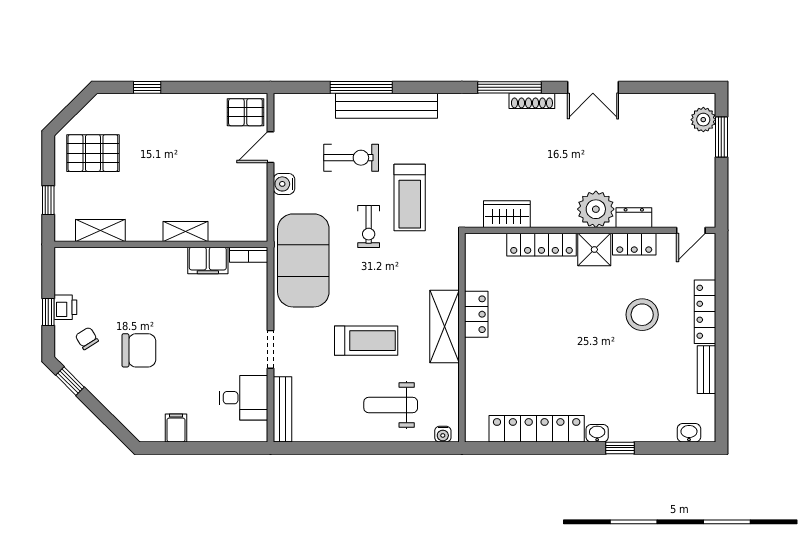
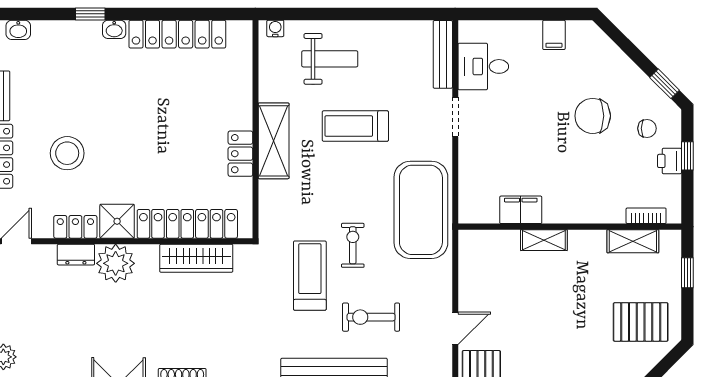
water cooler: (284, 184) -> (441, 290), removed
wardrobe: (507, 214) -> (196, 258), width x1.50
locker: (541, 245) -> (187, 224), width x1.41, depth x1.21
bookcase: (249, 255) -> (646, 216), moved
chair: (87, 338) -> (647, 128), turned -58

